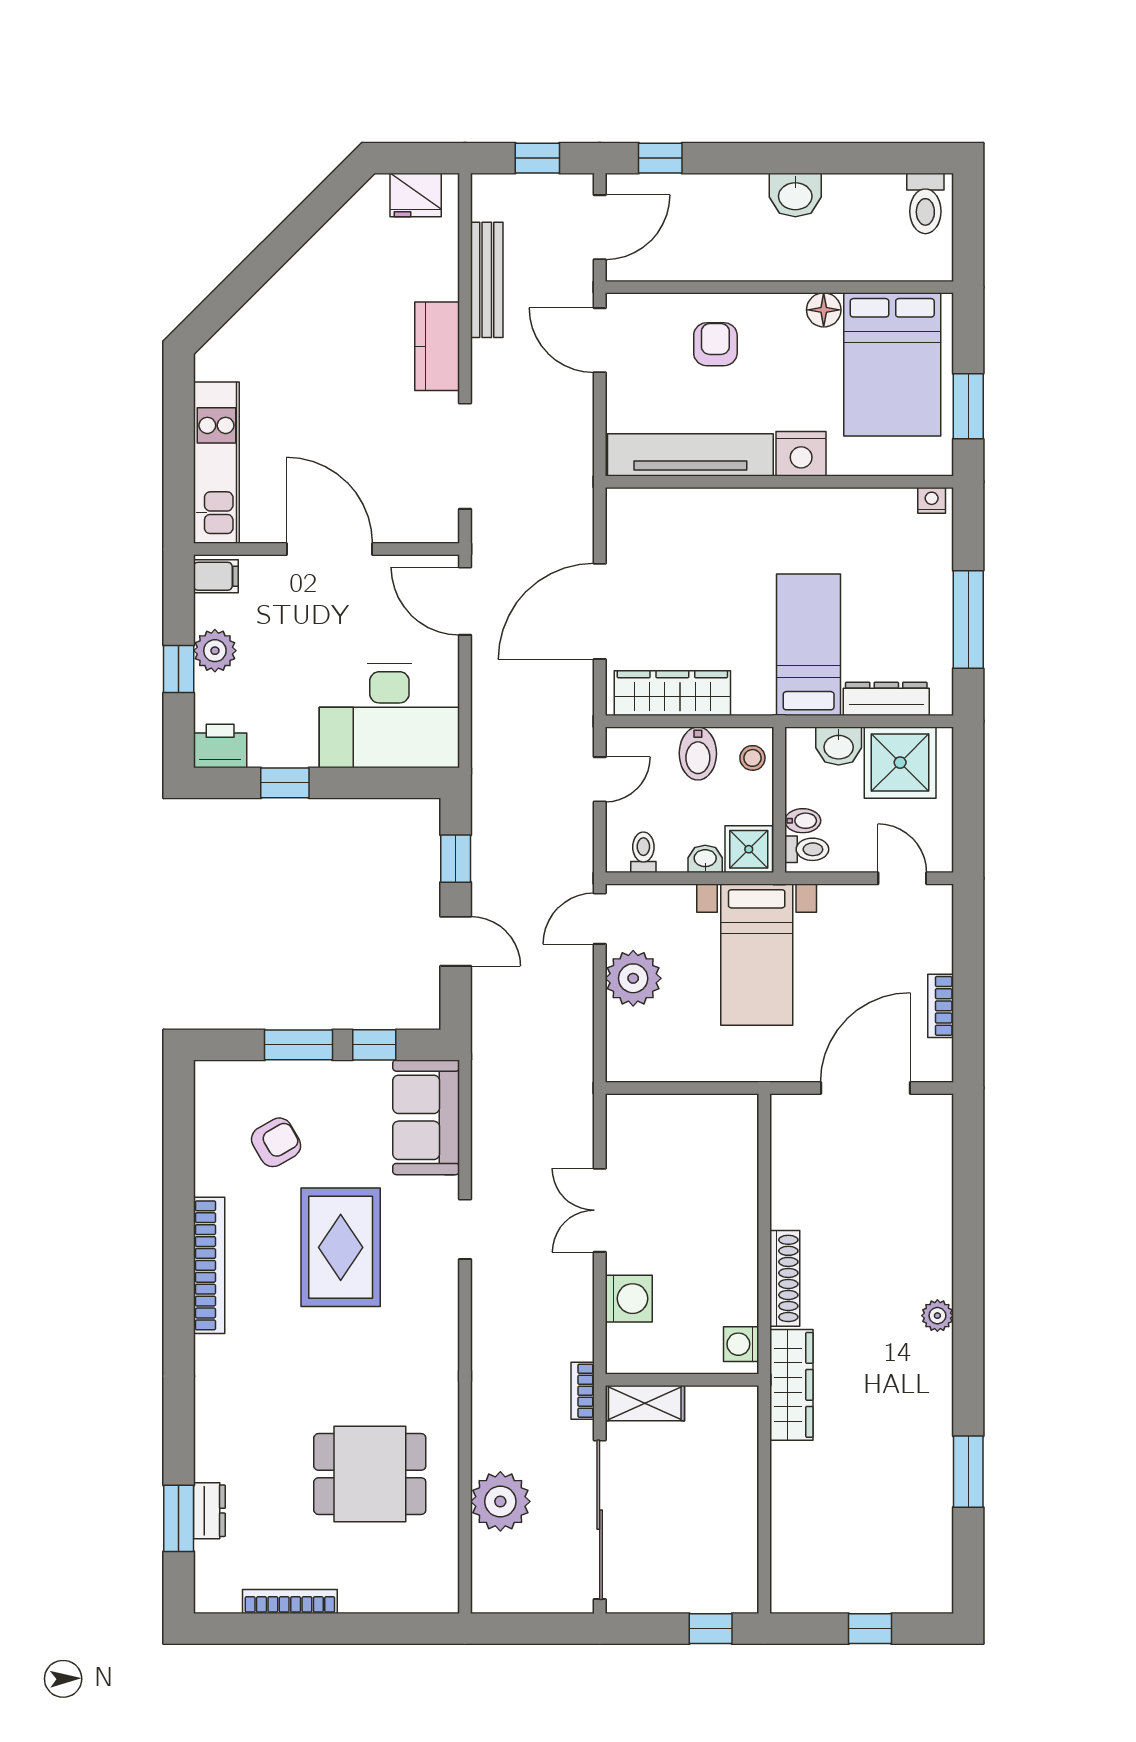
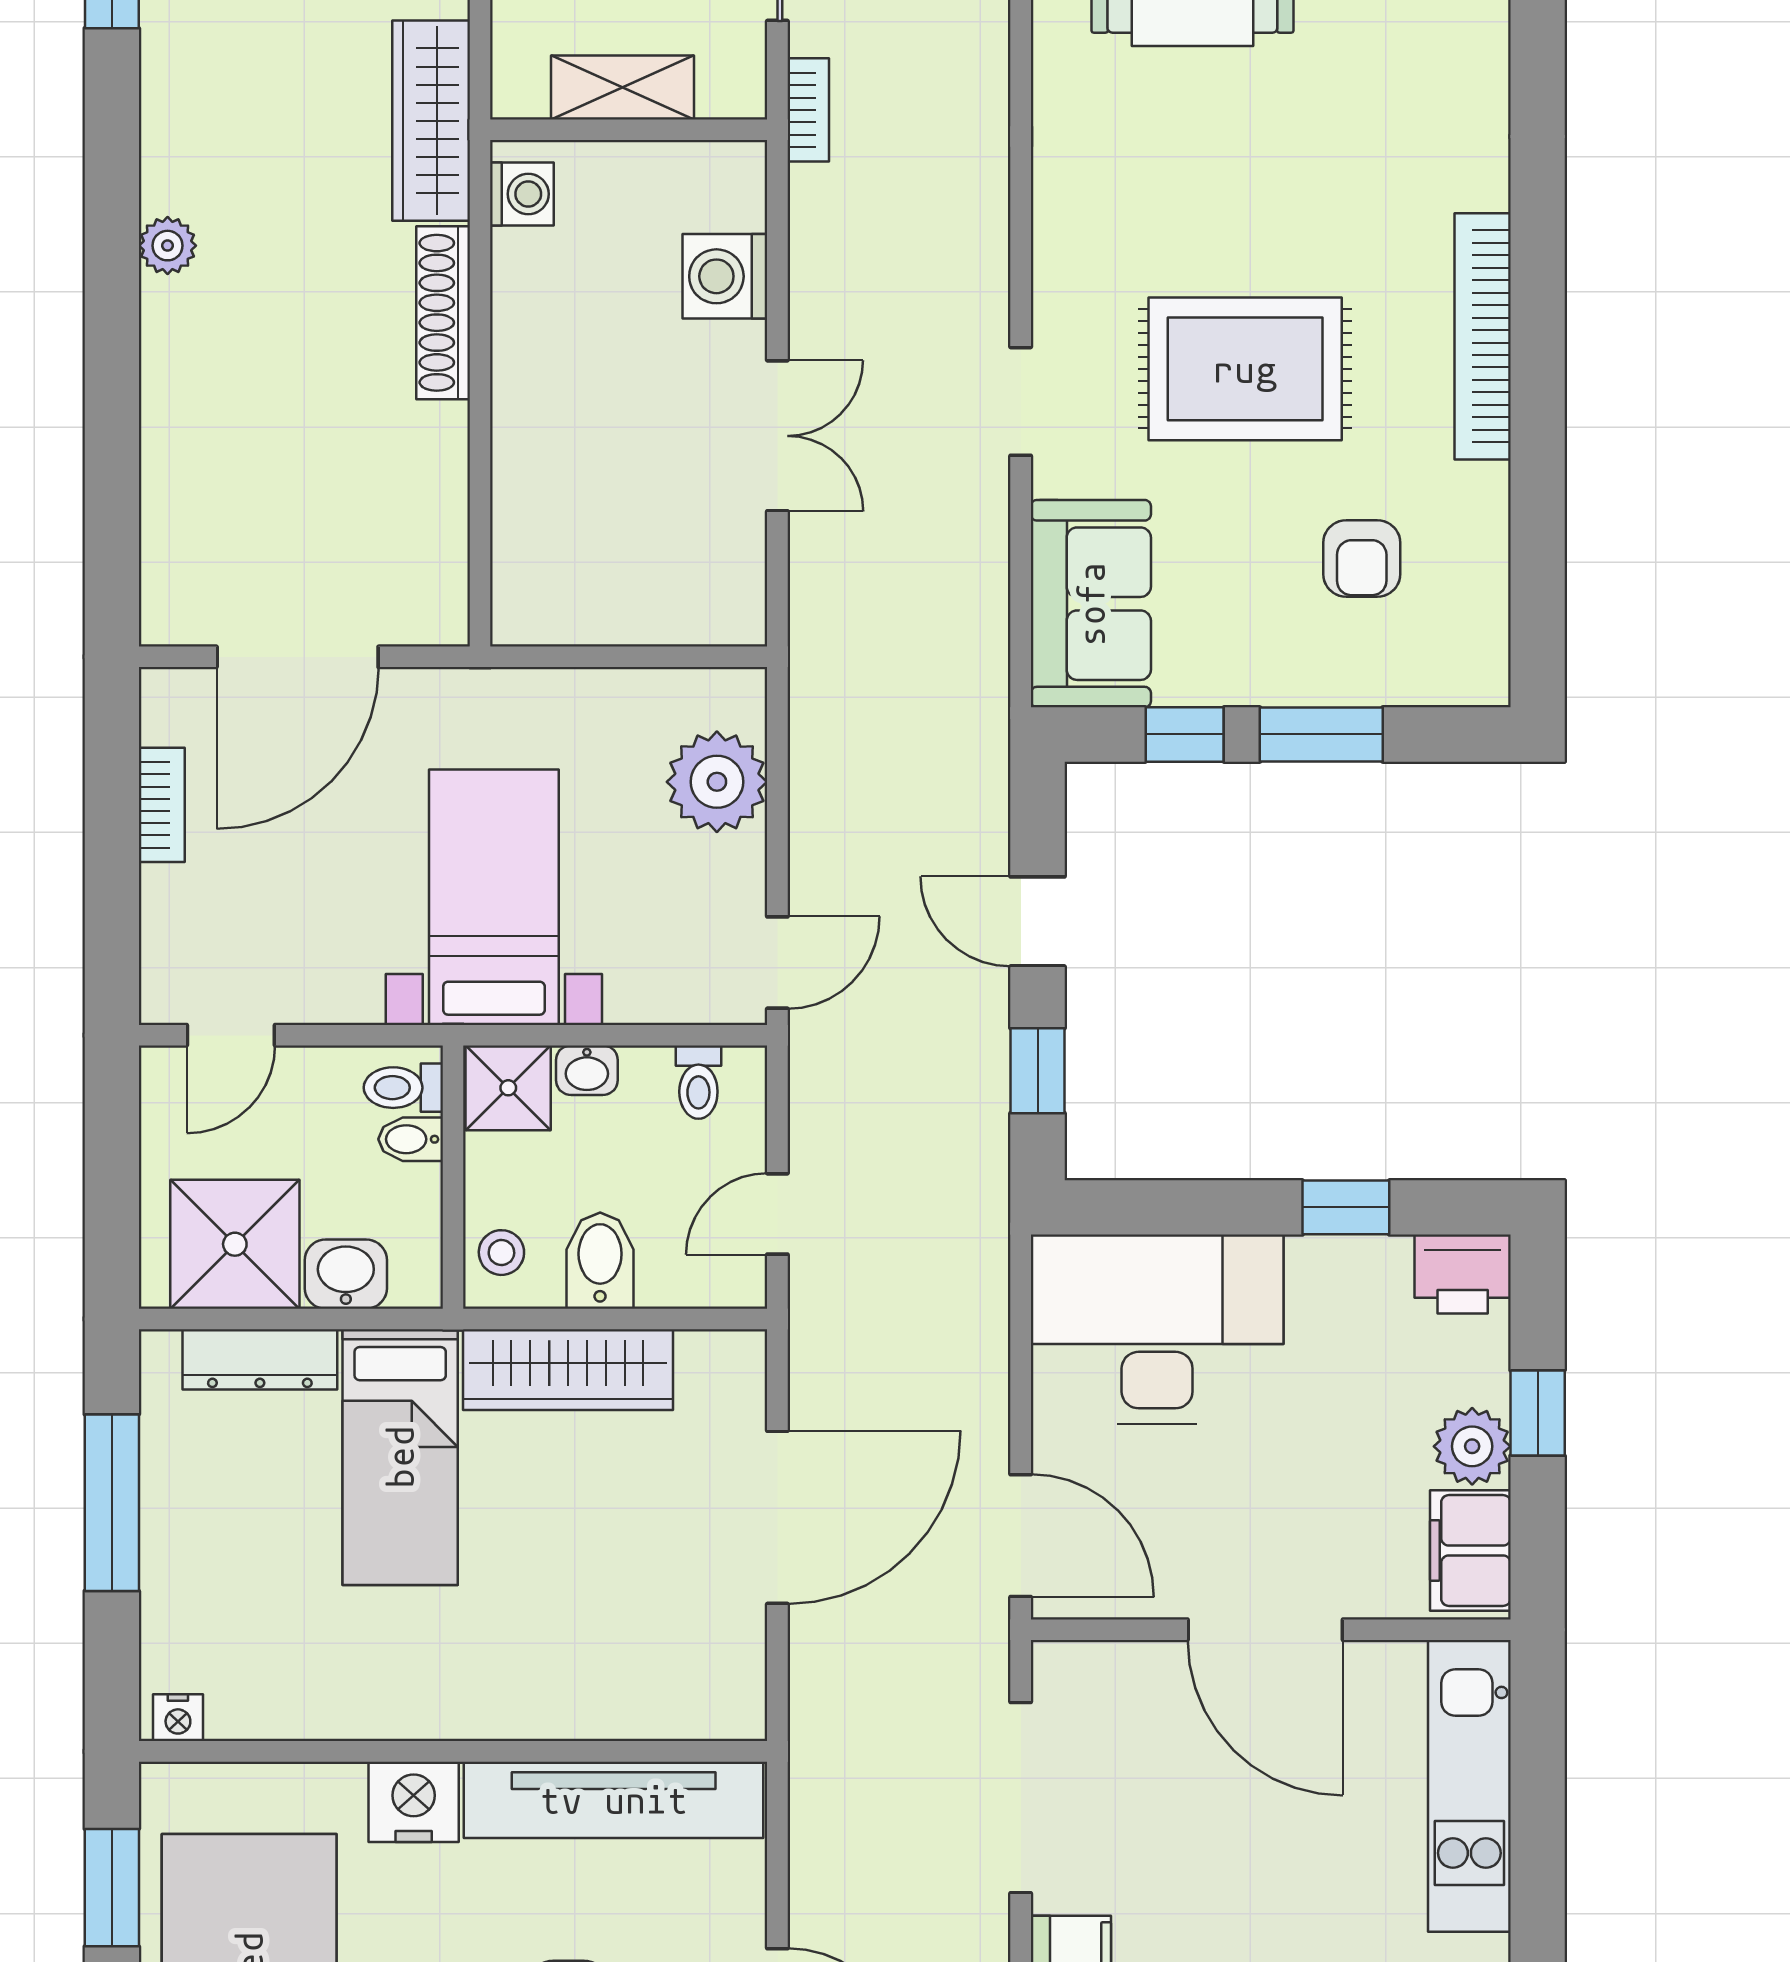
filing cabinet: (216, 576) -> (1470, 1550), width x2.00
wardrobe: (672, 693) -> (568, 1370), moved
door: (902, 878) -> (231, 1035), hinge flipped
plant: (633, 978) -> (717, 782), moved
armchair: (276, 1142) -> (1362, 558), turned -60
rug: (341, 1247) -> (1245, 369), turned 90
shelving: (645, 1403) -> (623, 87), moved

